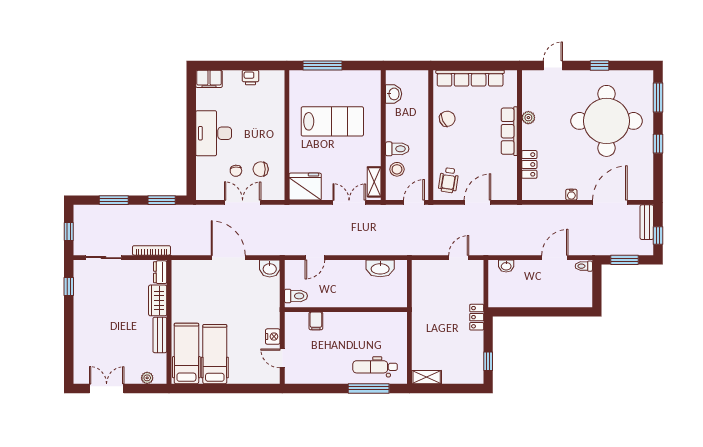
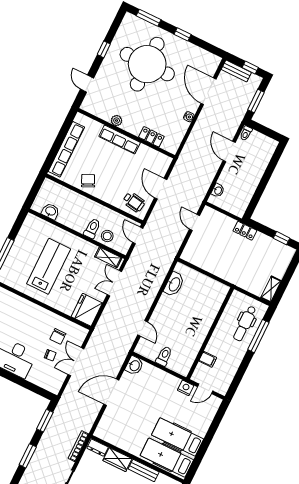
wall: (346, 310) -> (210, 333), moved
filing cabinet: (316, 321) -> (208, 359), moved

